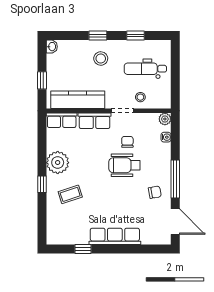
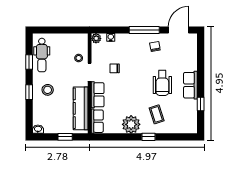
dental chair: (145, 69) -> (42, 55), moved
wheelchair: (125, 165) -> (162, 83), moved
row of seats: (115, 236) -> (190, 85), width x0.68

